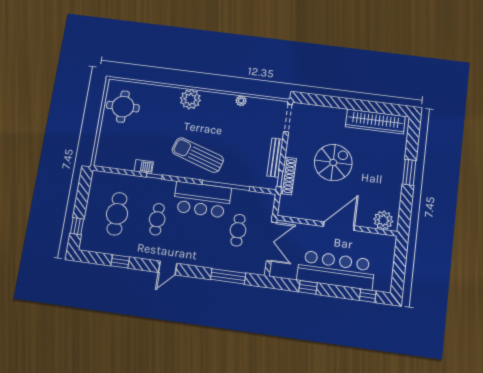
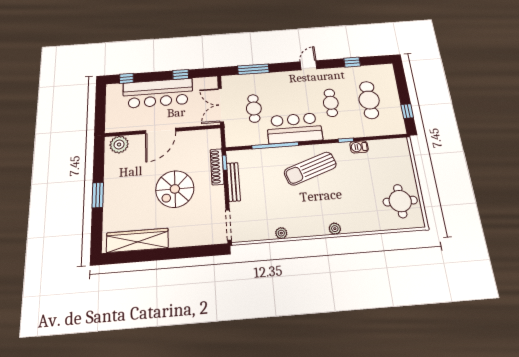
plant: (190, 99) -> (335, 229), width x0.53, depth x0.53
sun lounger: (198, 155) -> (310, 169), turned 143
window: (77, 226) -> (407, 111), moved

